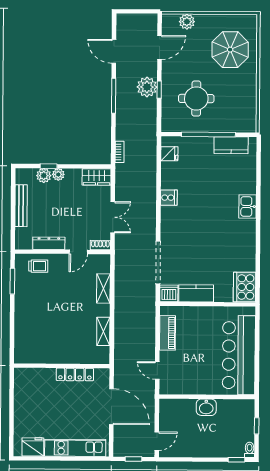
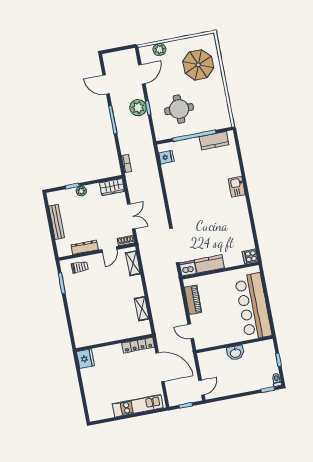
plant: (44, 176) -> (70, 194), removed
cooker: (169, 198) -> (173, 192), removed
cooker: (245, 287) -> (250, 256), width x0.53, depth x0.76
shelving: (103, 288) -> (133, 263), moved
locker: (75, 374) -> (138, 345), moved
fridge: (33, 447) -> (85, 359), moved, turned 90

